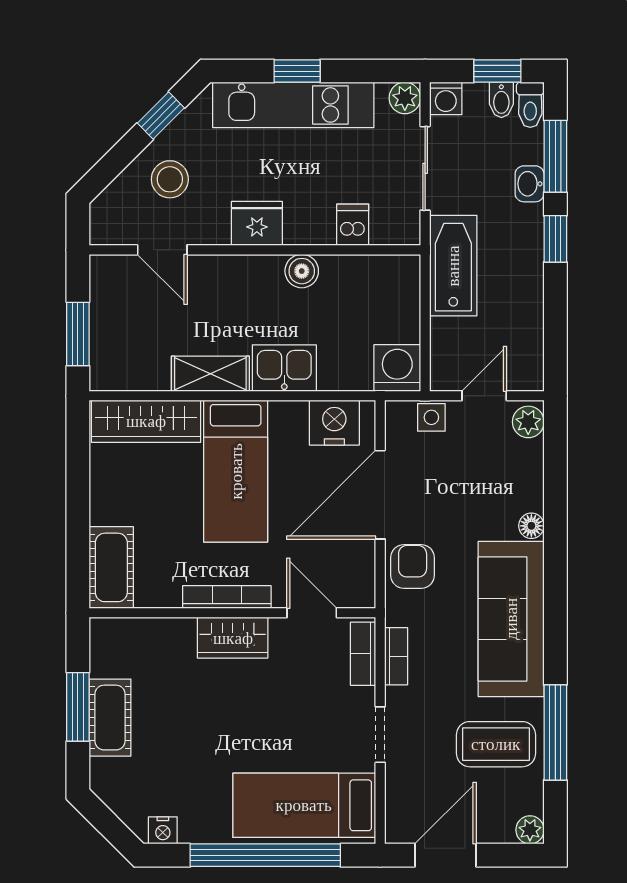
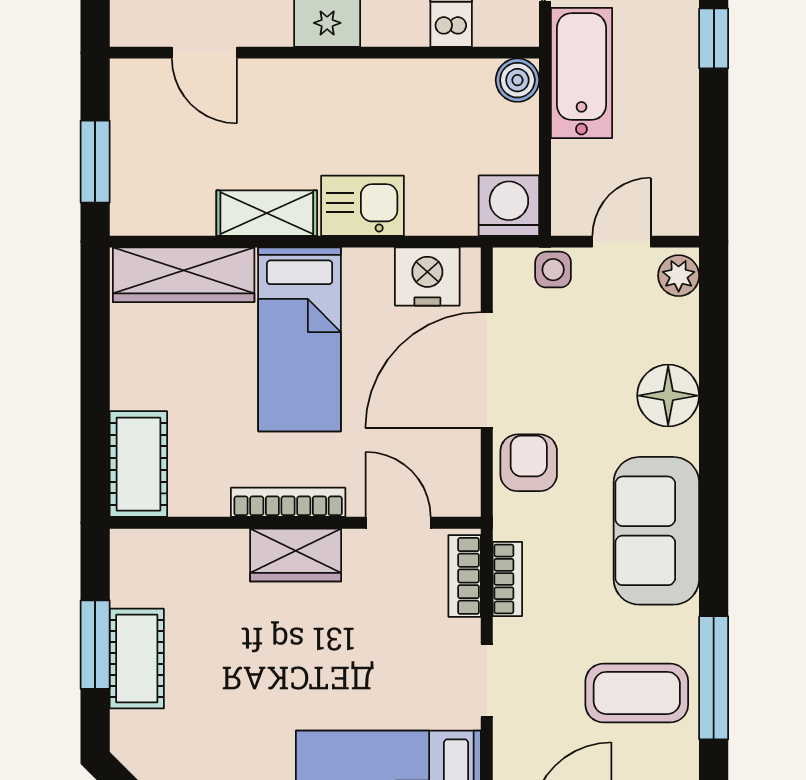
boiler: (302, 271) -> (517, 80), moved
floor lamp: (531, 526) -> (668, 396), width x1.89, depth x1.89
sofa: (511, 619) -> (656, 531), width x0.73

